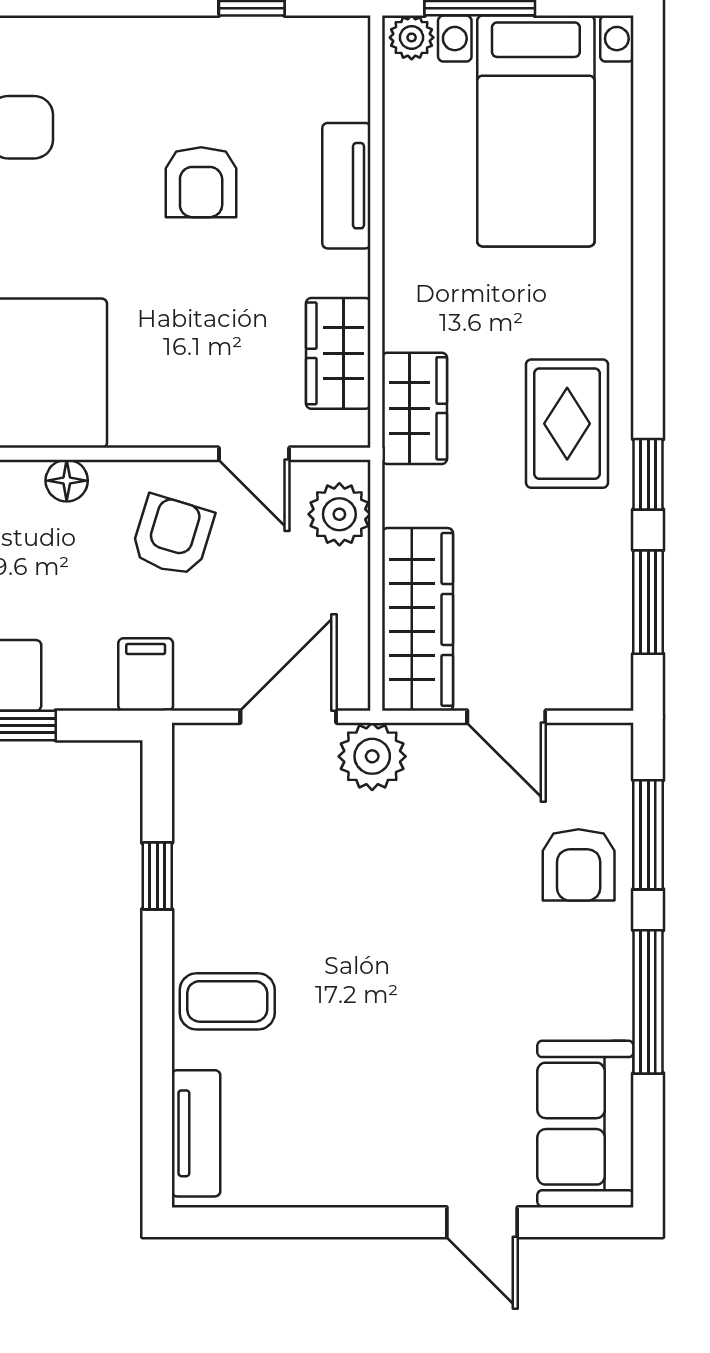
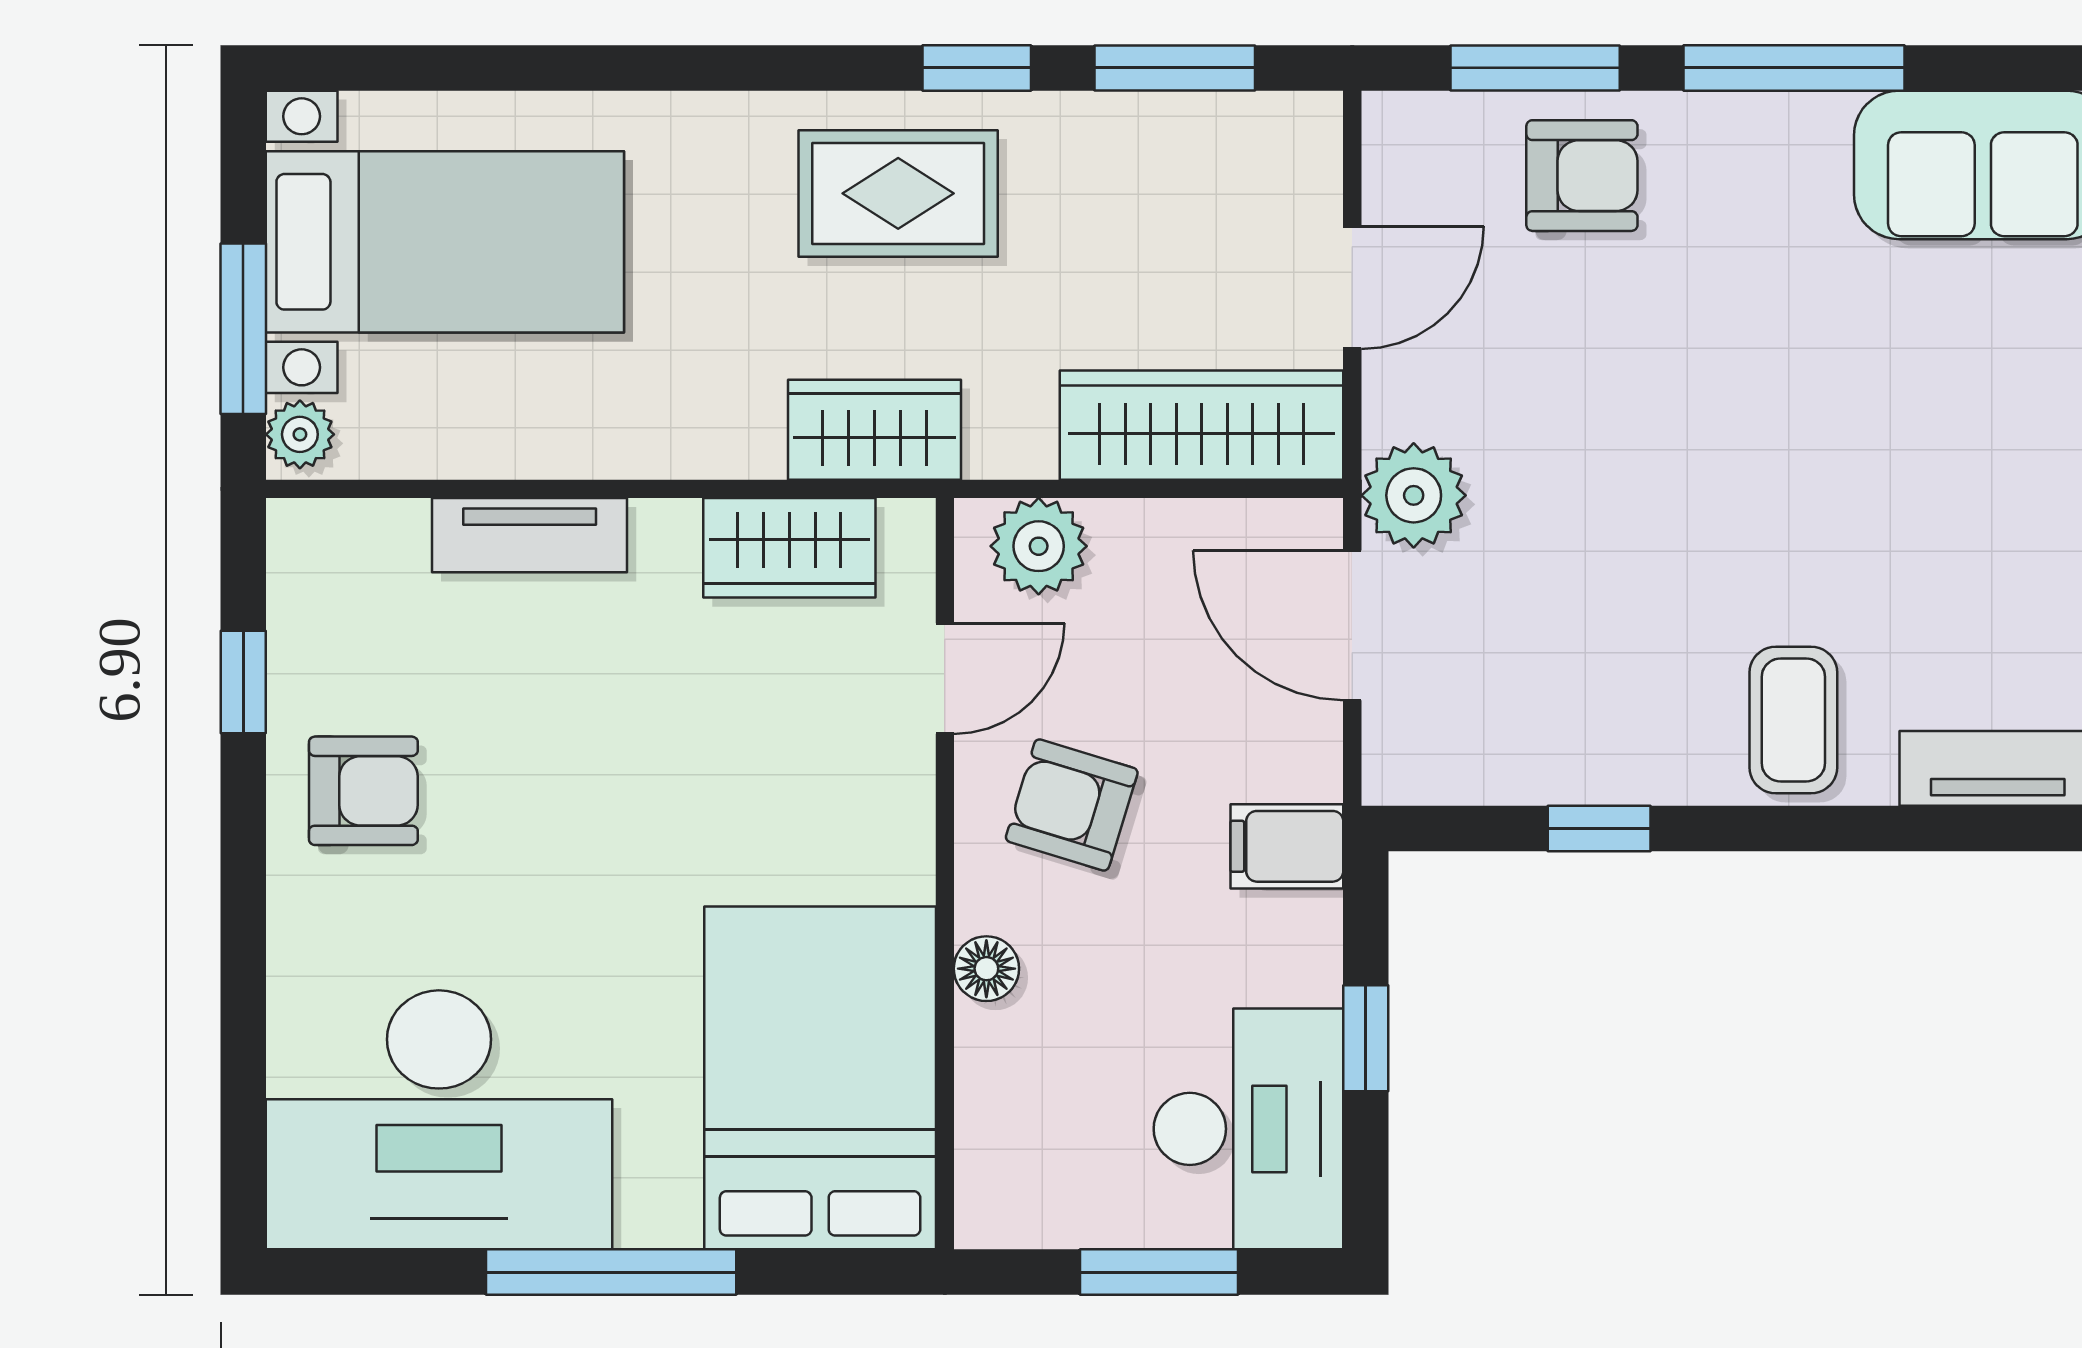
armchair: (201, 182) -> (363, 791), moved

